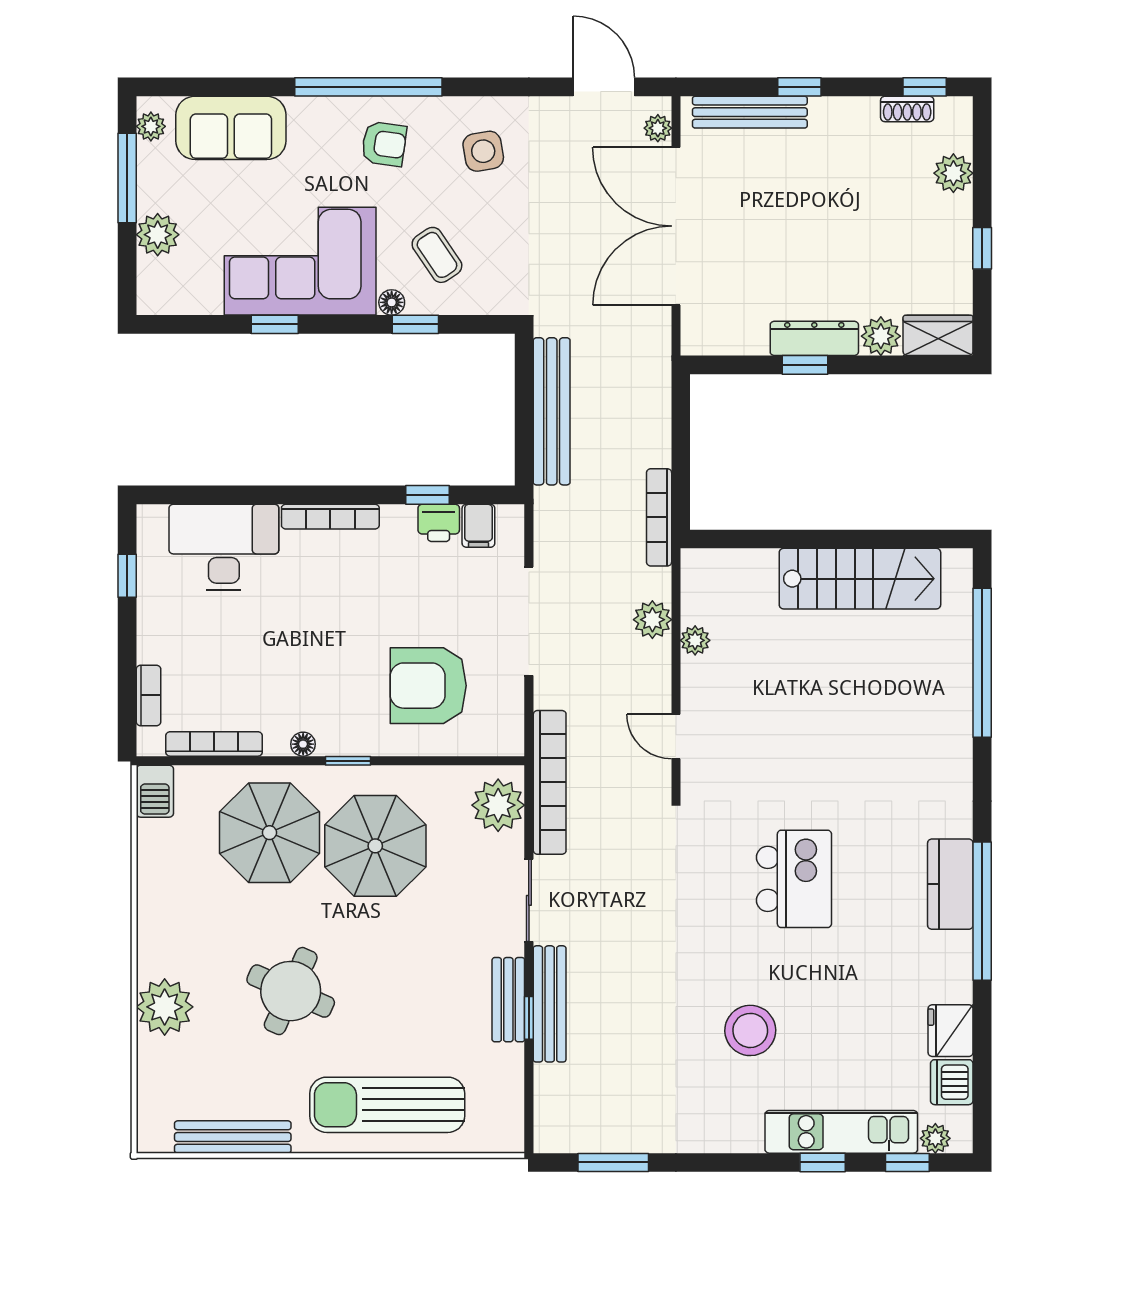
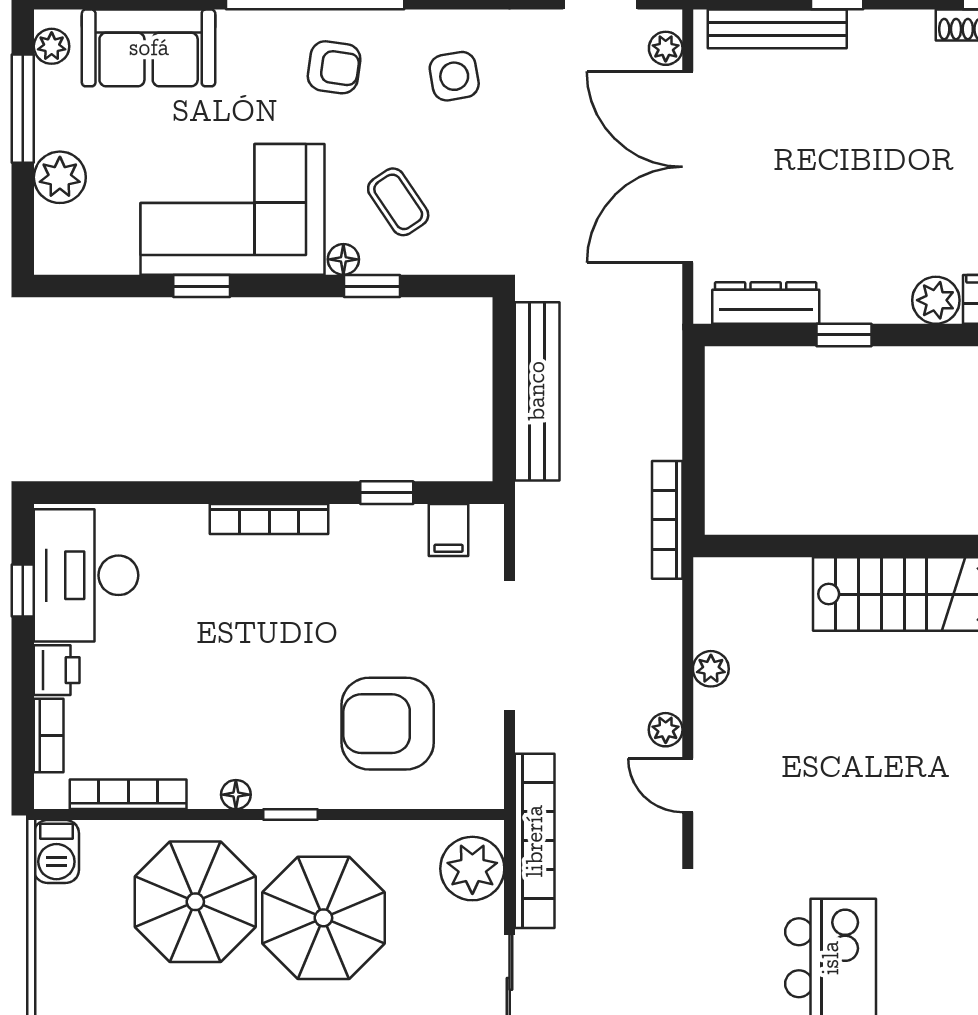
dresser: (814, 338) -> (766, 303), moved
printer: (439, 523) -> (57, 670), moved, turned -90
desk: (224, 547) -> (86, 575), moved, turned -90
plant: (652, 620) -> (666, 730), moved, width x0.73, depth x0.73

